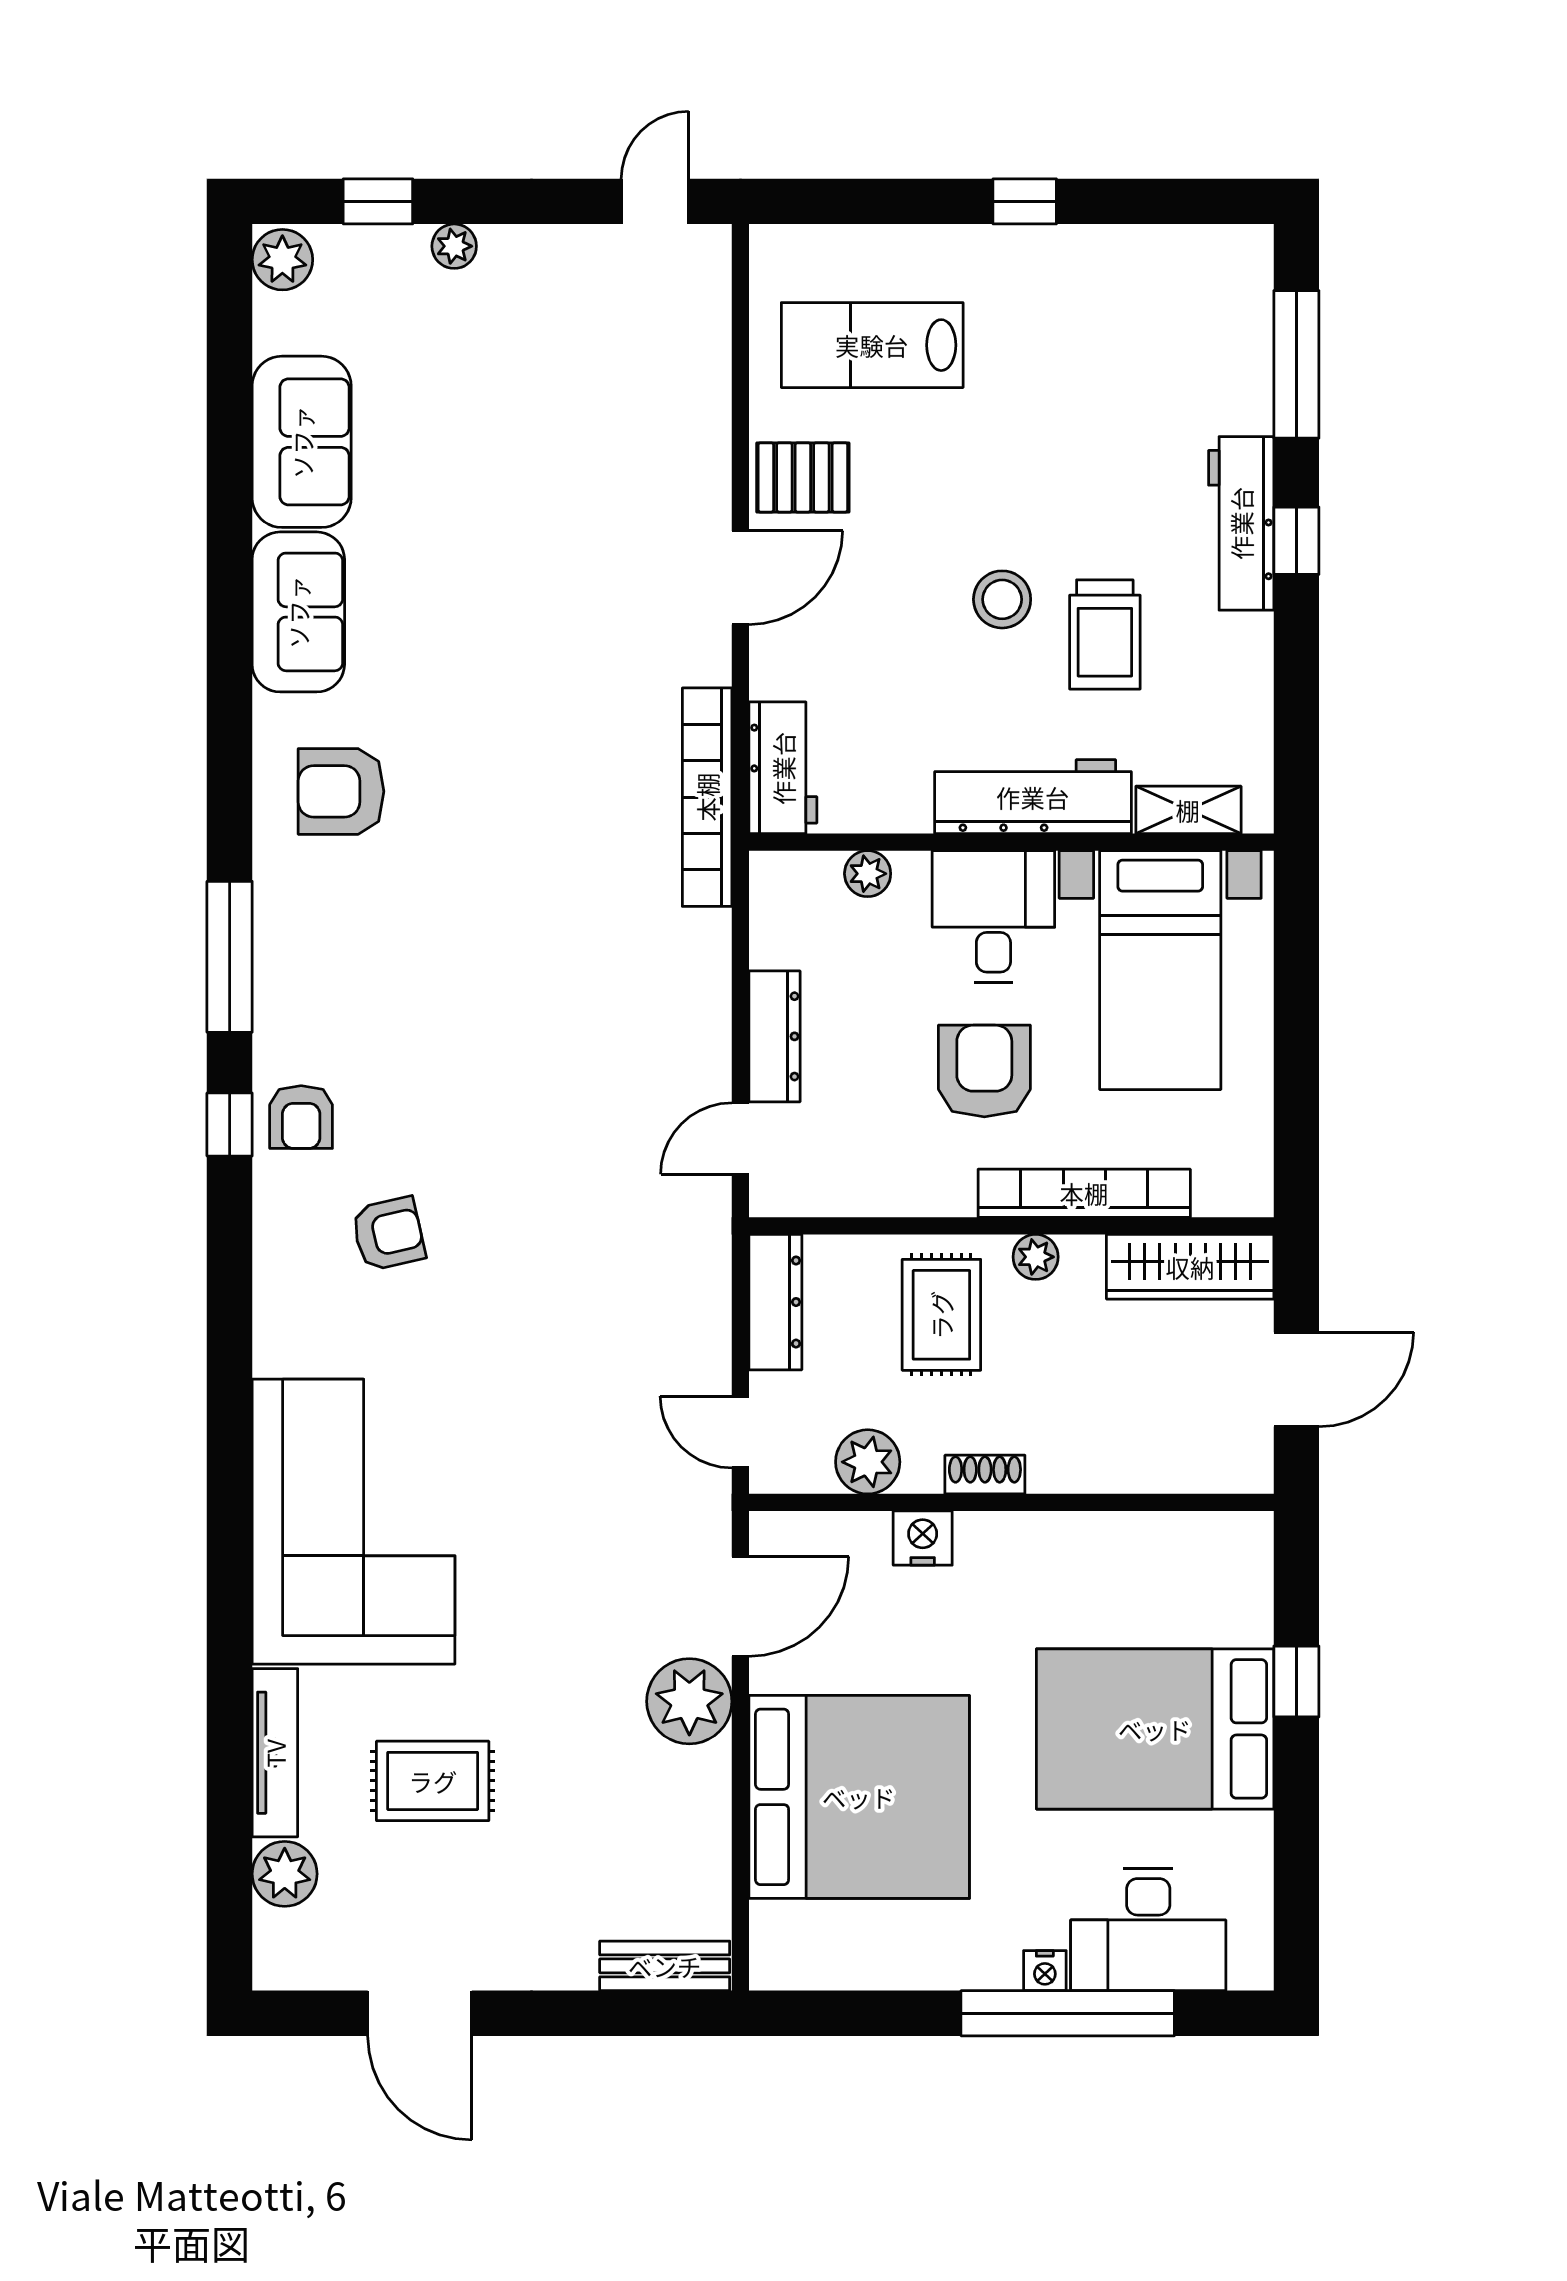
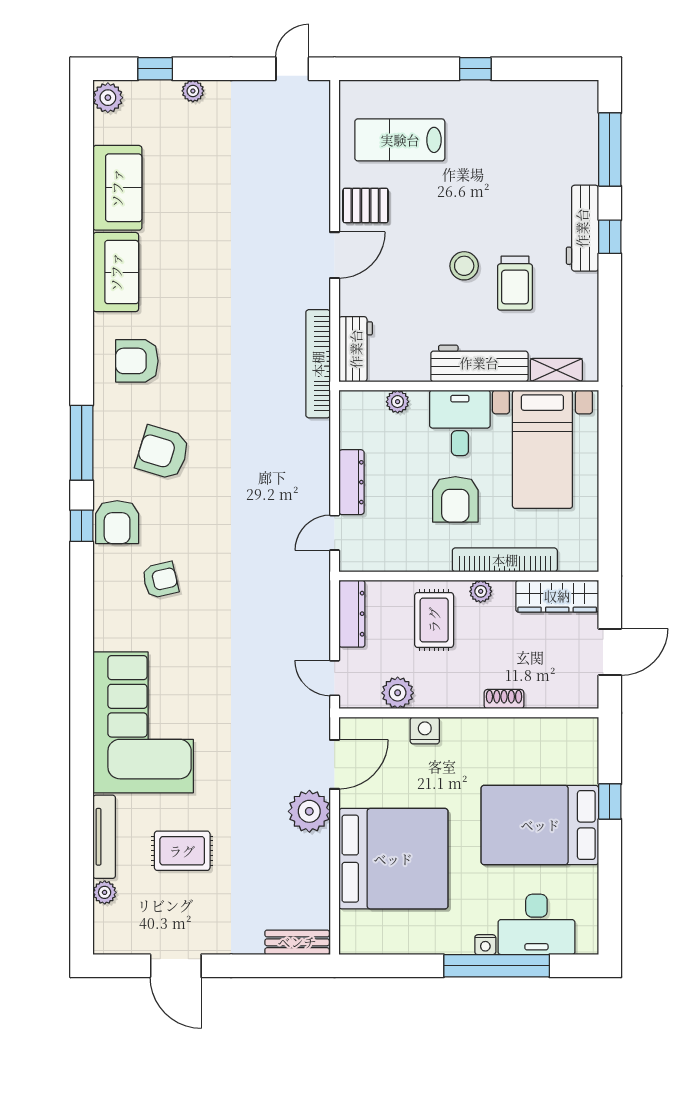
armchair: (393, 977) -> (163, 453), added
armchair: (984, 1071) -> (455, 499), turned 180
armchair: (301, 1117) -> (117, 522), width x1.38, depth x1.38
shoe rack: (985, 1475) -> (504, 699), moved
plant: (285, 1874) -> (105, 892), width x0.73, depth x0.73

